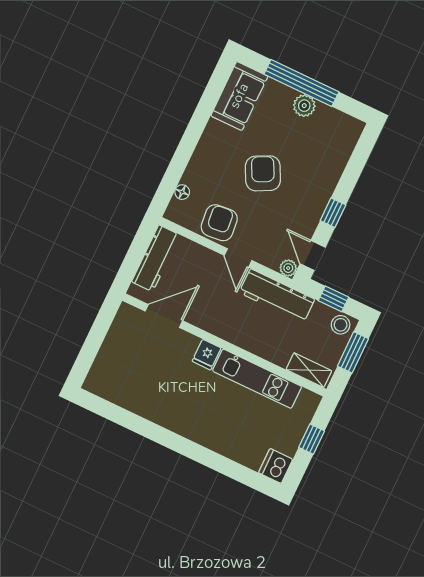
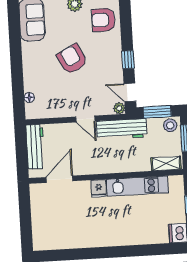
armchair: (219, 223) -> (103, 20), moved, turned -84
window: (334, 299) -> (157, 112), width x1.50

